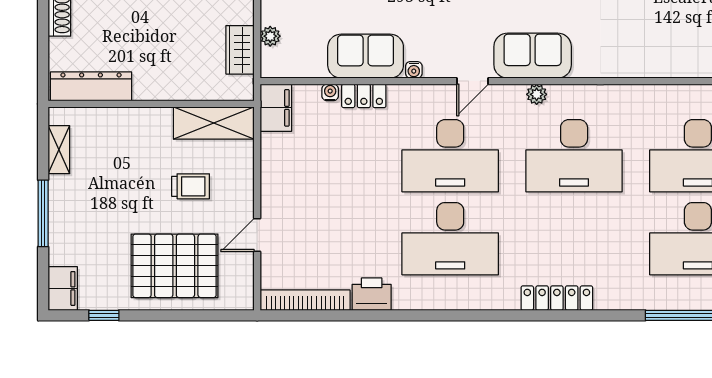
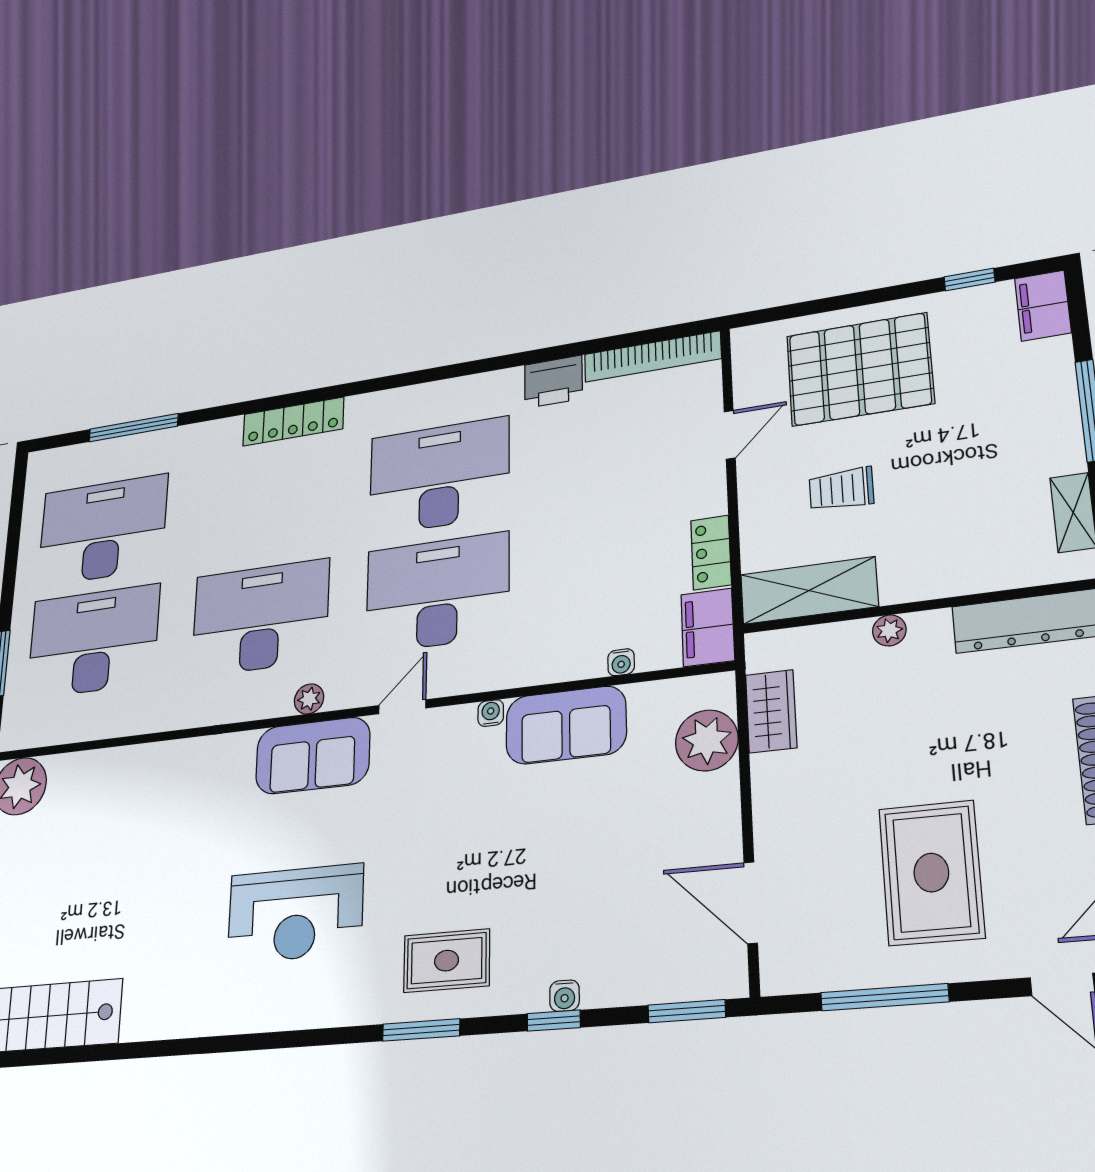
plant: (270, 36) -> (707, 740), width x1.87, depth x1.87
plant: (168, 91) -> (889, 630), added
locker: (364, 96) -> (711, 553), moved, turned -90

